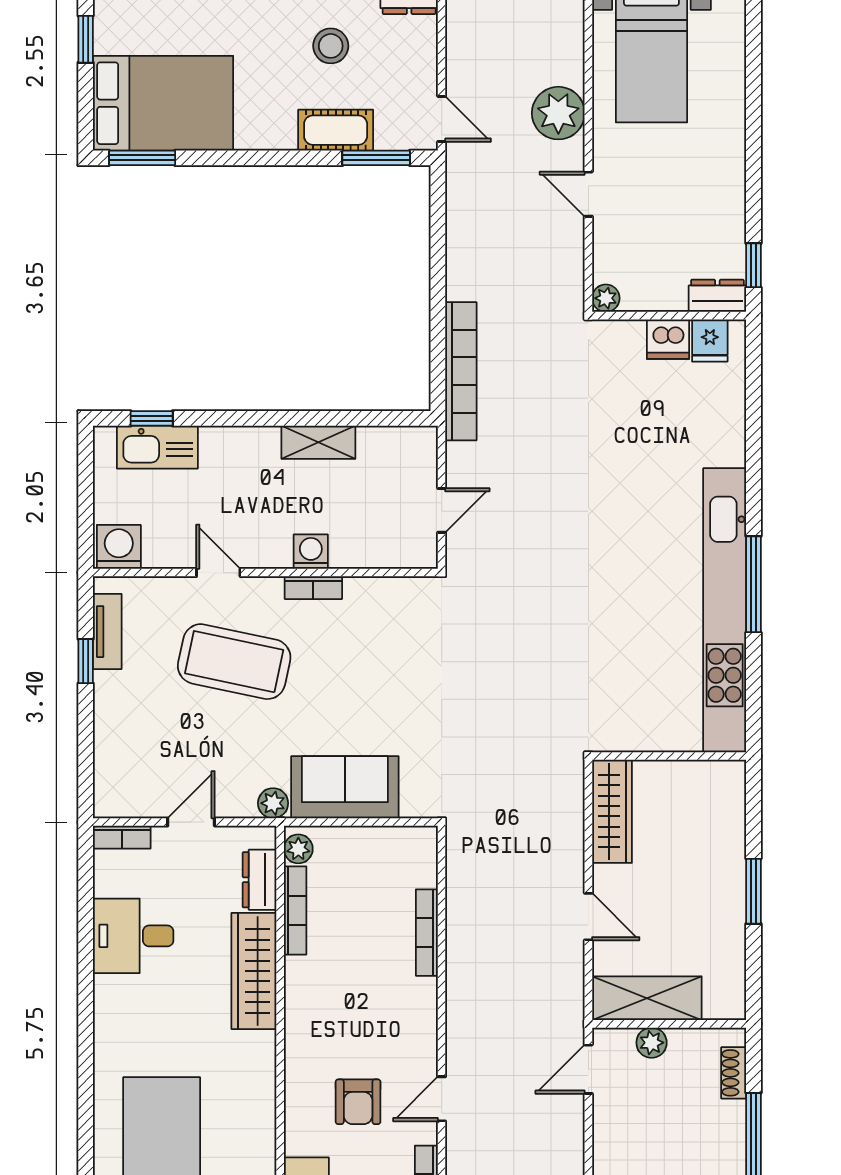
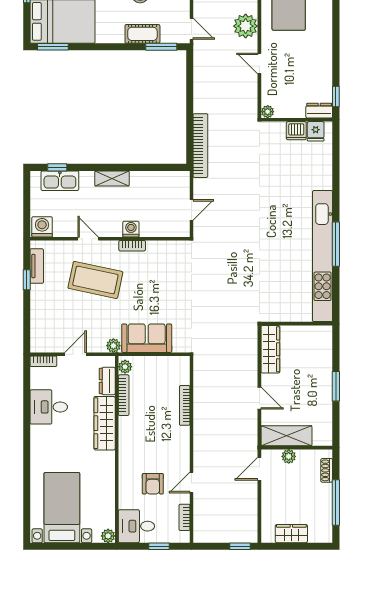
shelving: (318, 442) -> (112, 178), moved

